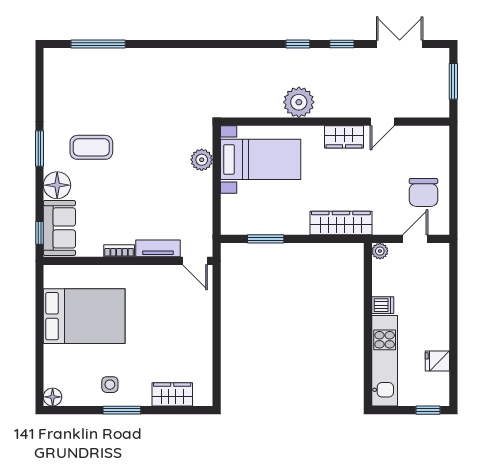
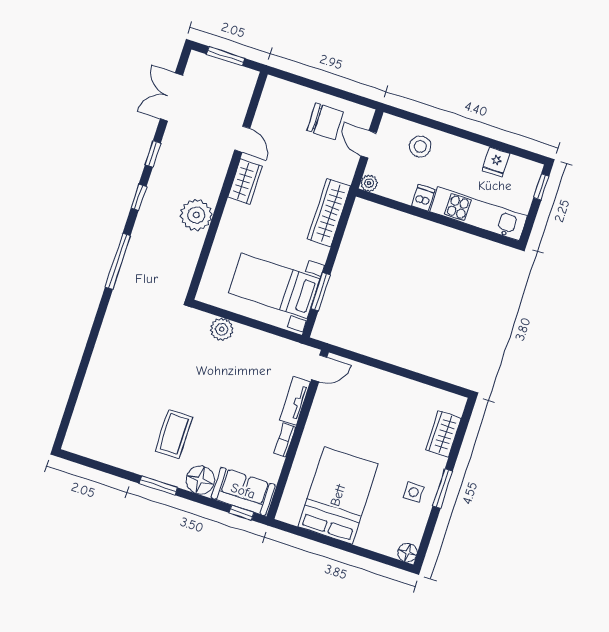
window: (98, 44) -> (118, 261), moved
bed with nightstands: (261, 159) -> (274, 286), moved, turned -90
stool: (429, 287) -> (420, 146), added

